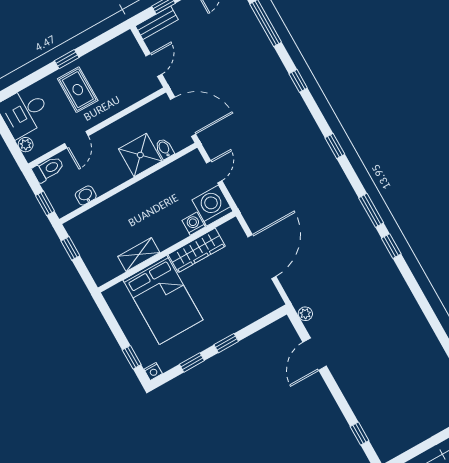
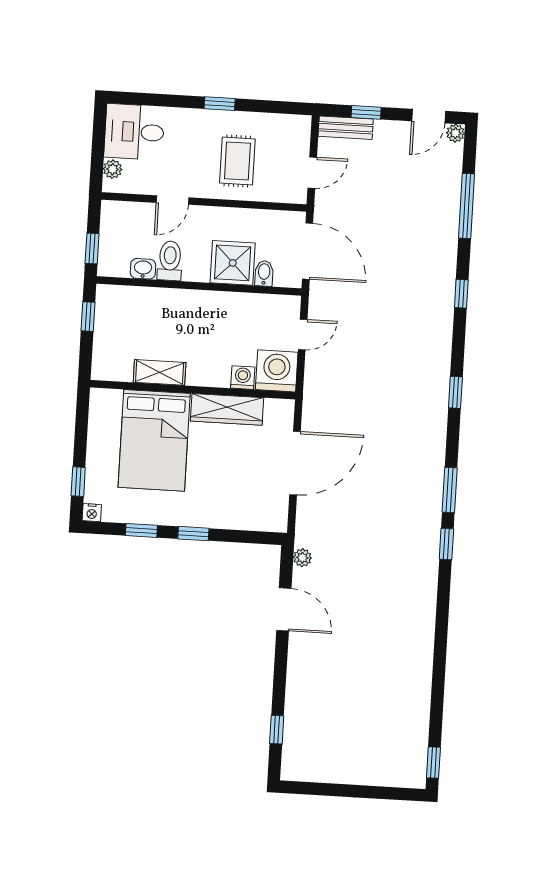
rug: (78, 90) -> (237, 161), moved
toilet: (48, 169) -> (170, 261), moved, turned -90
door: (315, 354) -> (284, 609), swing flipped

